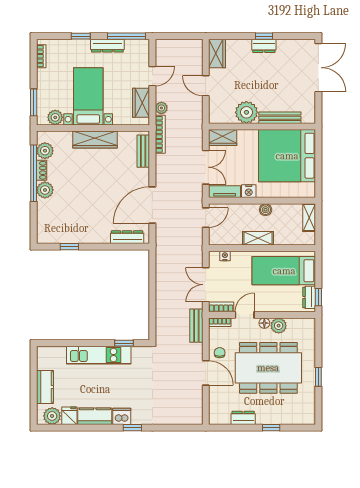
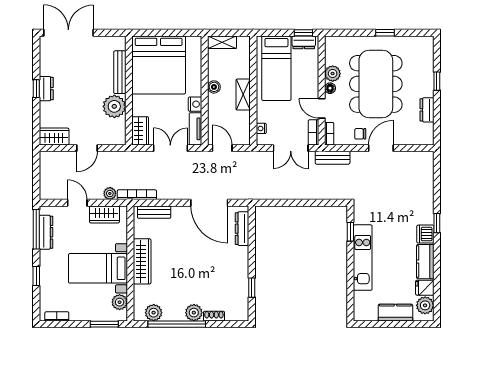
dresser: (107, 46) -> (46, 232), moved
shoe rack: (42, 170) -> (214, 316), moved

